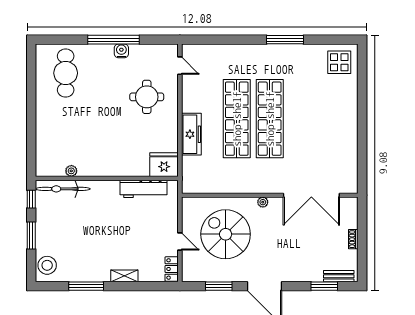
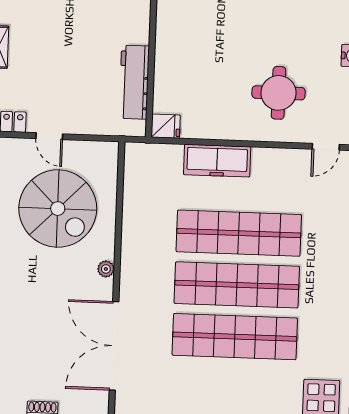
shop shelf: (303, 119) -> (235, 337), added
fridge: (164, 165) -> (166, 126), width x0.53, depth x0.75
spiral stairs: (226, 234) -> (58, 209), turned 90
door: (180, 241) -> (49, 136), hinge flipped

